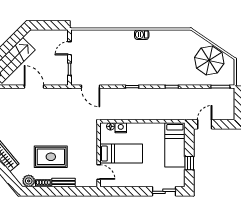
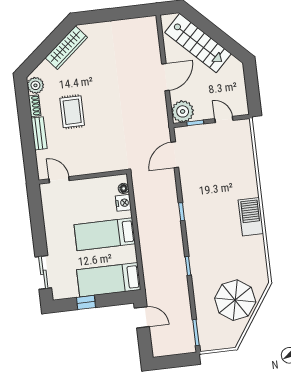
barbecue: (142, 35) -> (251, 217), width x1.88, depth x1.53
parasol: (209, 60) -> (235, 300), moved
plant: (60, 77) -> (183, 111), added
bed: (121, 153) -> (105, 234), moved, turned 90
rug: (51, 157) -> (72, 112), width x0.73, depth x0.70
door: (99, 172) -> (59, 180), swing flipped

